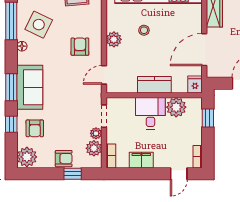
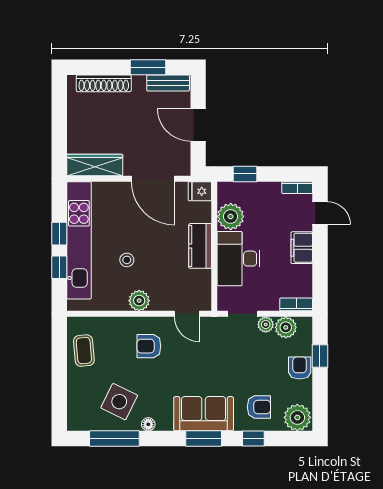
desk: (150, 113) -> (239, 259), width x1.37
filing cabinet: (141, 160) -> (302, 248), moved

